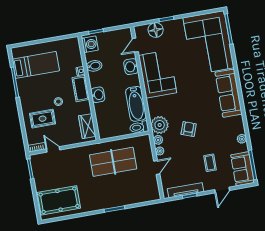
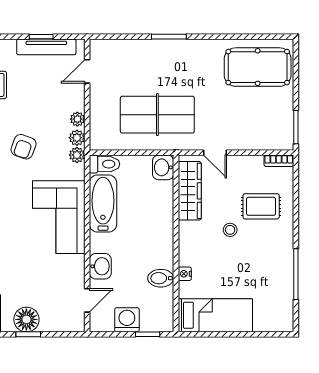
floor lamp: (156, 30) -> (26, 319), moved
washing machine: (90, 44) -> (127, 320), moved, turned 90
bed: (36, 65) -> (215, 315), moved, turned 180
corner sofa: (158, 74) -> (59, 217), moved
cot: (81, 89) -> (190, 245), removed
washbasin: (98, 95) -> (163, 167), moved
plant: (160, 125) -> (77, 155), width x0.53, depth x0.53
wardrobe: (87, 126) -> (190, 191), width x1.50
door: (53, 149) -> (215, 153), moved
door: (157, 167) -> (87, 71), moved

